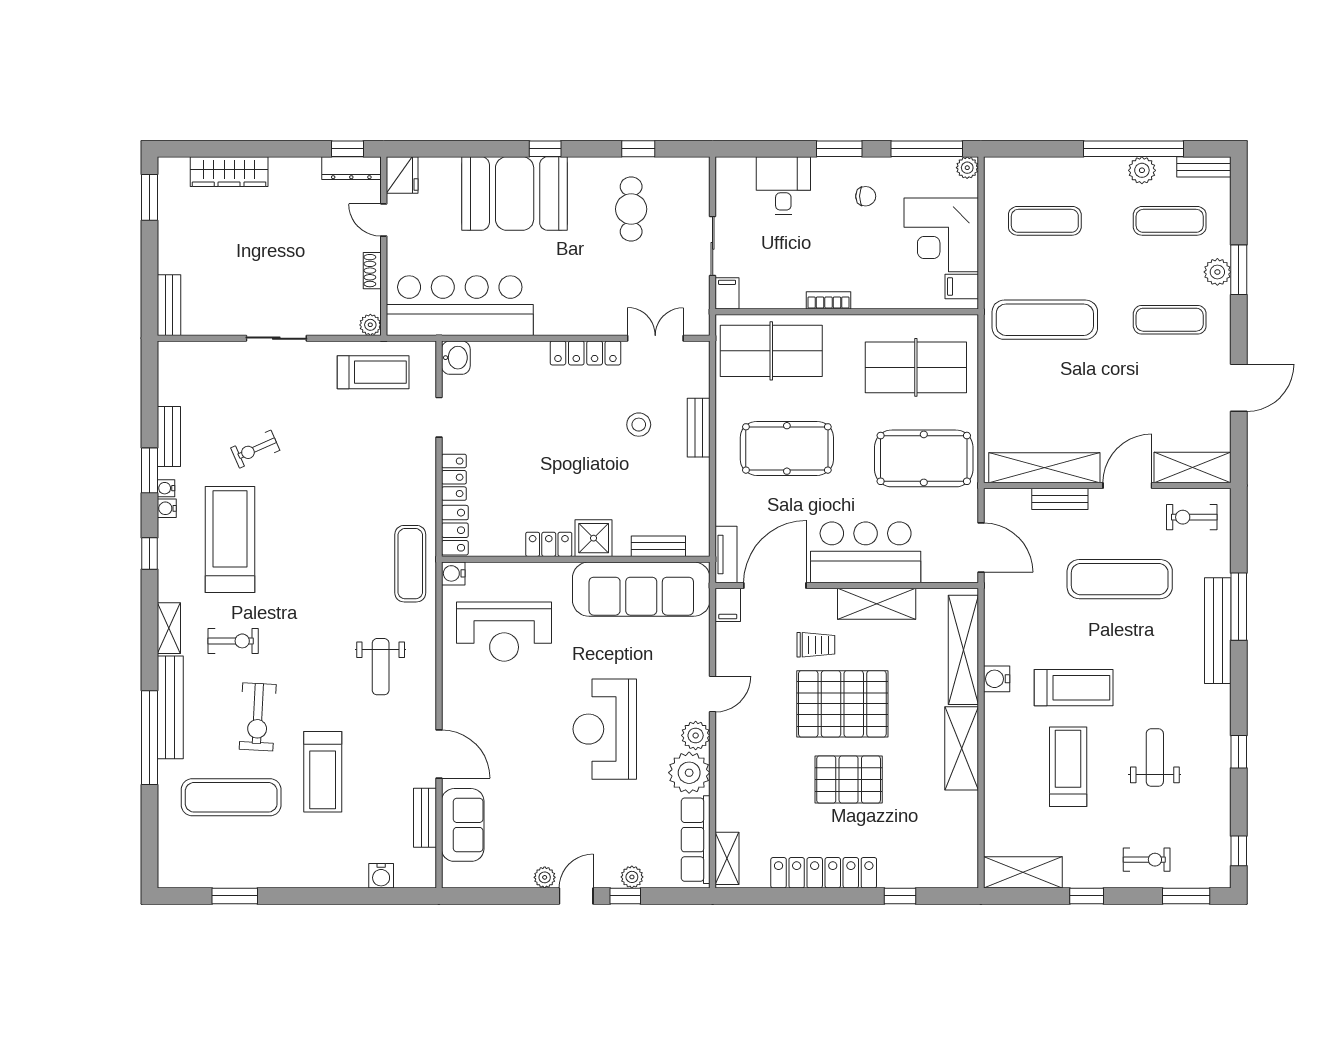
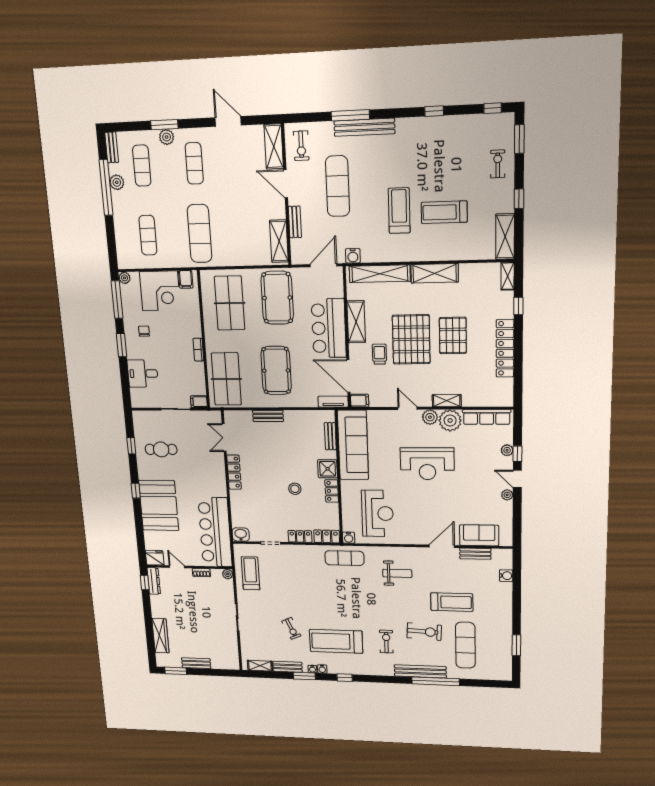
door: (384, 220) -> (177, 567), swing flipped
bench: (169, 305) -> (196, 663), moved
stool: (639, 425) -> (295, 489), moved
shelving: (1044, 468) -> (279, 241), width x0.68
shelving: (169, 628) -> (260, 666), moved
water cooler: (997, 679) -> (353, 256), moved
weight bench: (1155, 758) -> (438, 162), removed
shelving: (727, 858) -> (447, 401), moved
shelving: (954, 877) -> (508, 276), added

